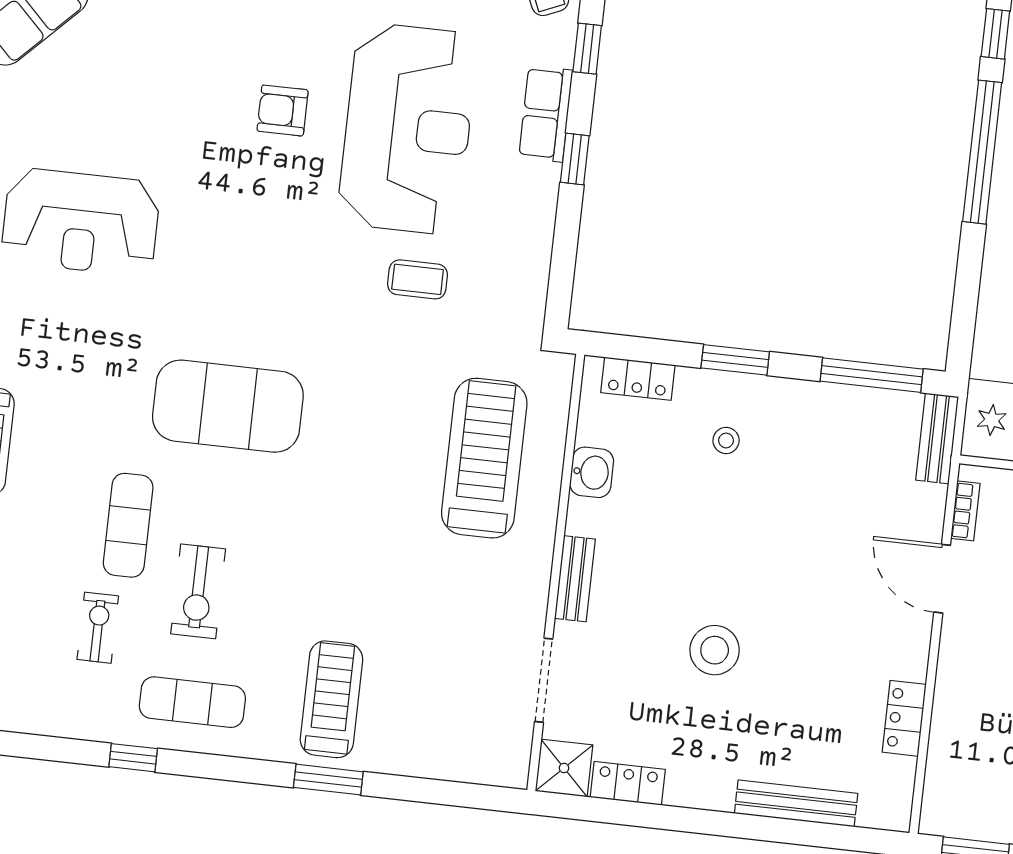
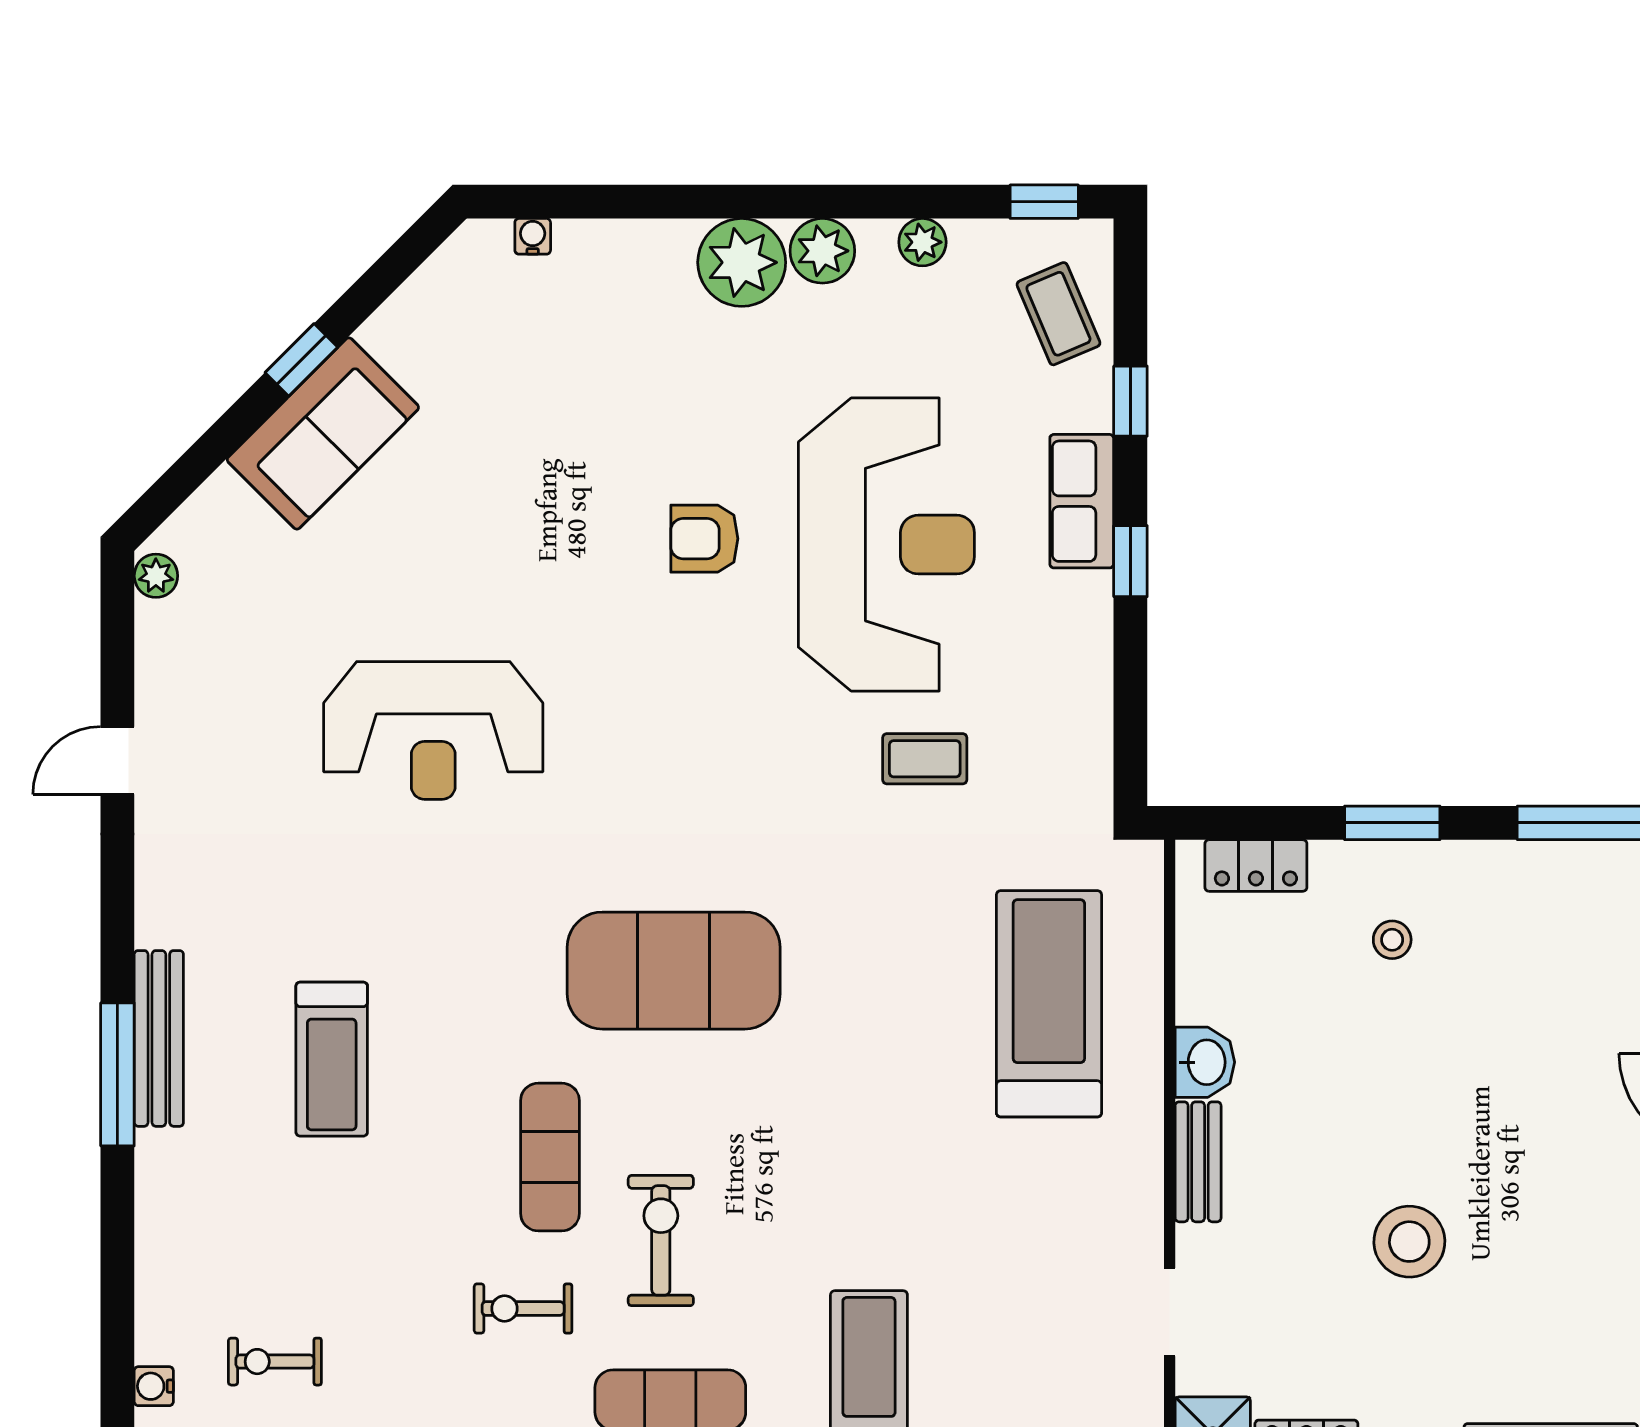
washbasin: (592, 472) -> (1205, 1062), moved
exercise bike: (198, 591) -> (661, 1240), turned 180
exercise bike: (98, 628) -> (523, 1309), turned -90
doorway: (544, 680) -> (1170, 1312), width x0.73

